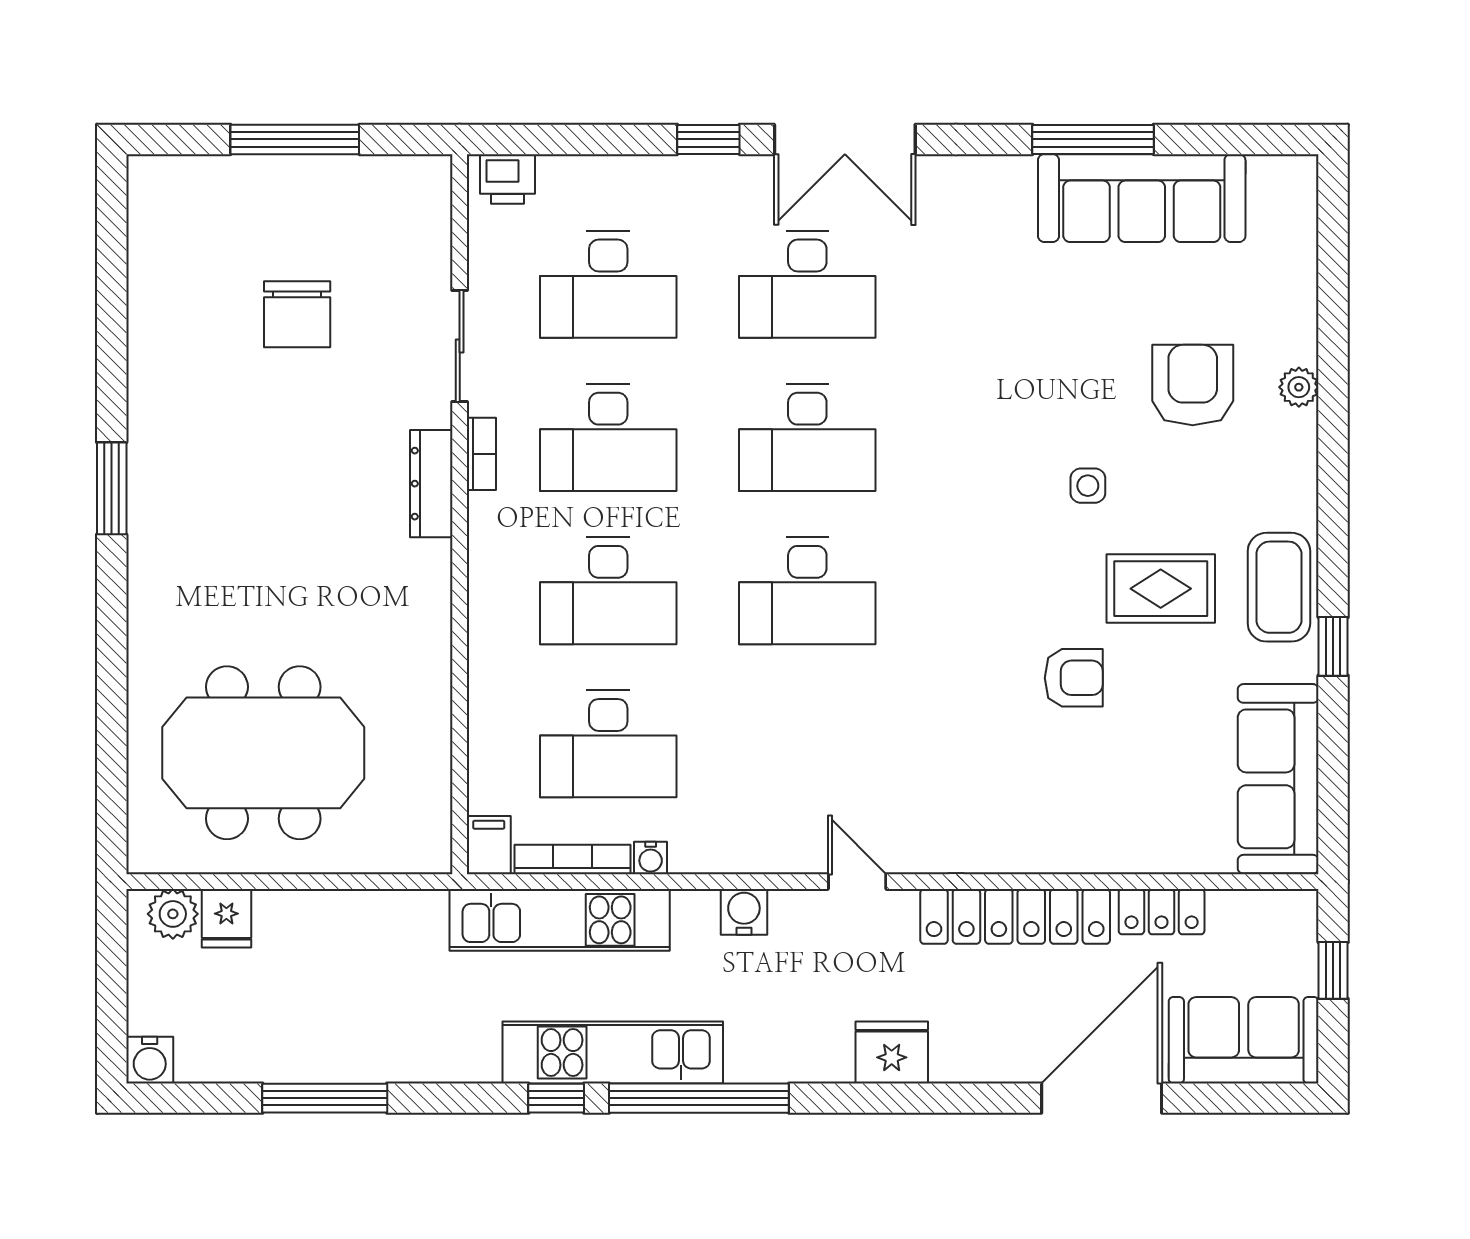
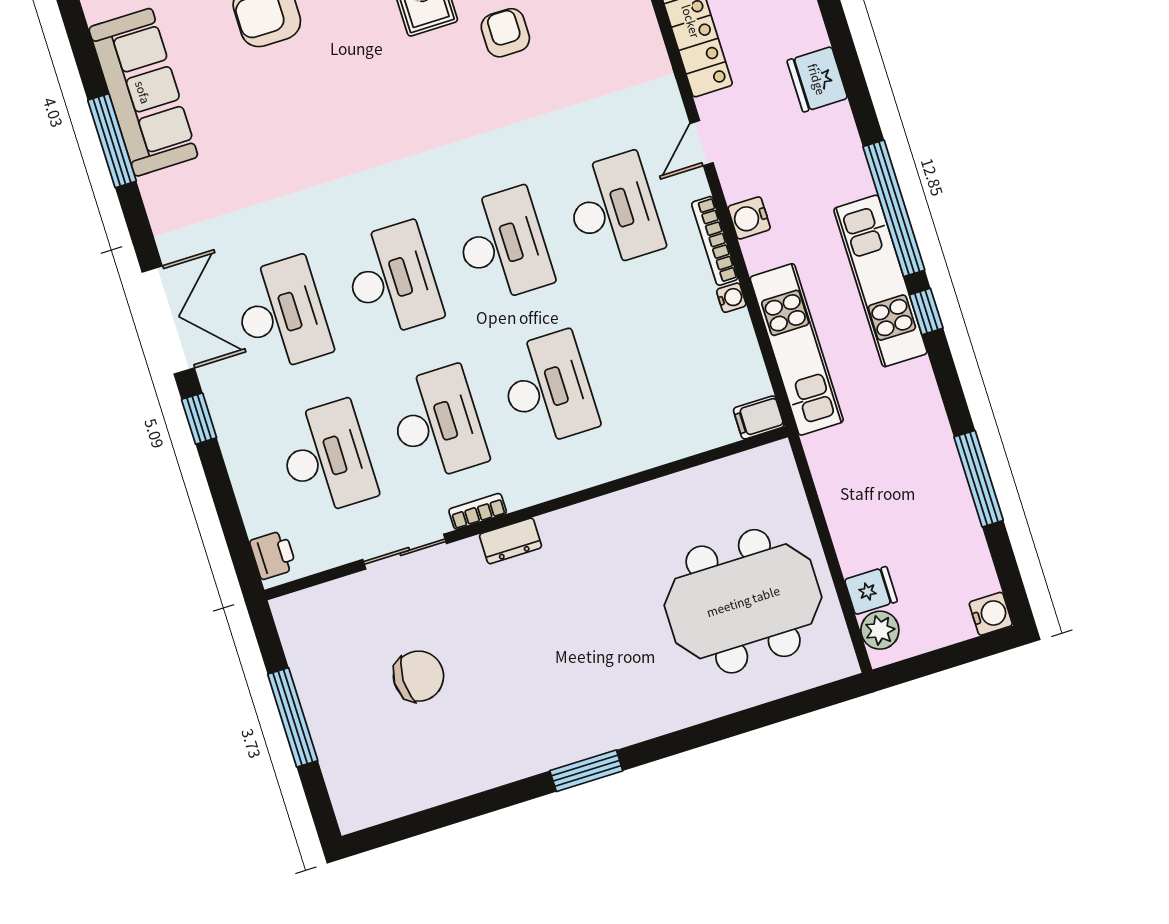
dresser: (431, 484) -> (511, 541), width x0.70
side table: (1088, 486) -> (363, 66), removed
desk: (608, 744) -> (613, 210), moved
meeting table: (263, 753) -> (743, 601), turned 90
bookcase: (572, 859) -> (715, 241), moved

